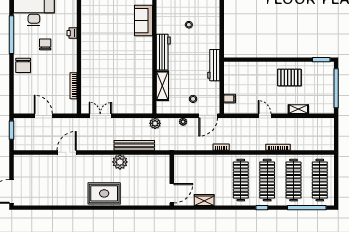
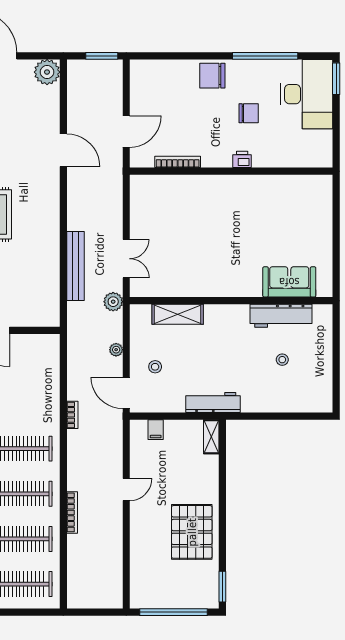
printer: (72, 33) -> (242, 159), moved
workbench: (163, 52) -> (281, 316), moved
pallet: (289, 78) -> (192, 532), width x1.37, depth x1.41
shelving: (298, 109) -> (211, 437), moved
door: (43, 116) -> (126, 132), moved
double door: (100, 116) -> (126, 259), moved
plant: (120, 162) -> (47, 72), moved

